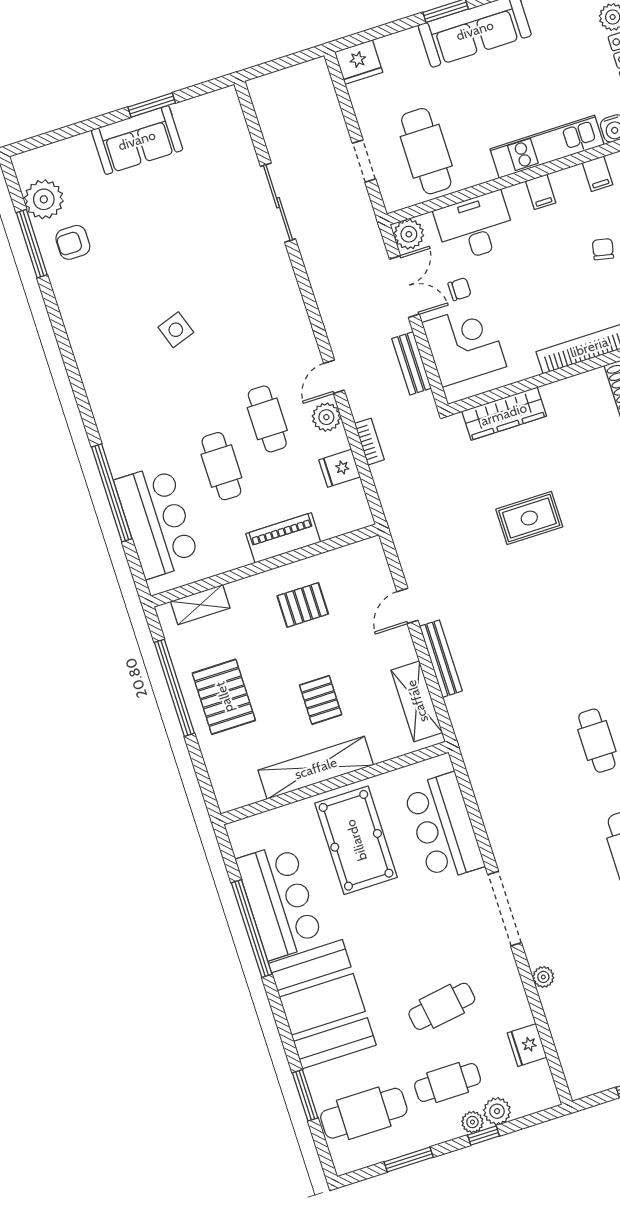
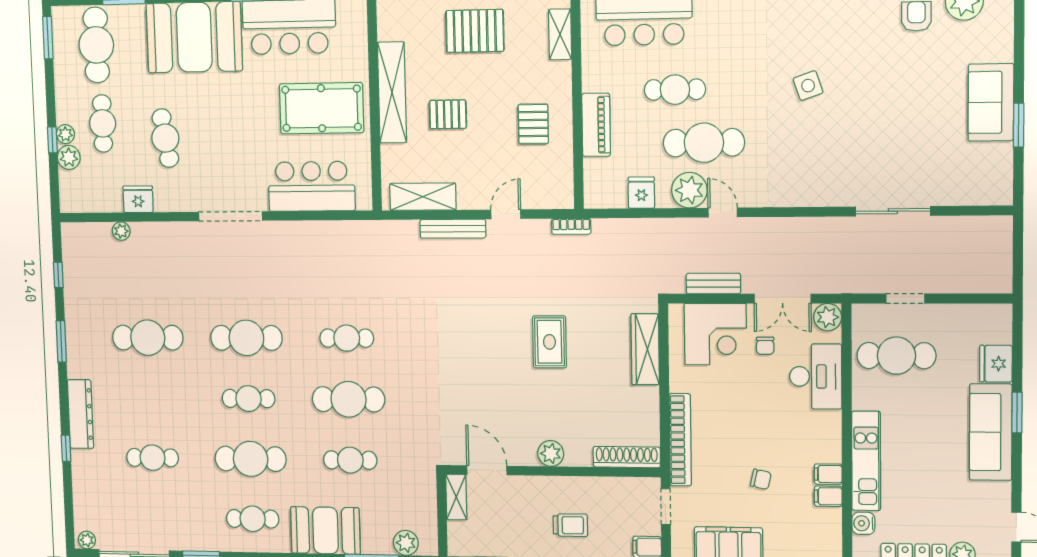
fridge: (359, 62) -> (996, 364), moved
filing cabinet: (541, 192) -> (828, 474), moved
plant: (326, 417) -> (689, 190), width x1.36, depth x1.36
cafe table: (267, 419) -> (704, 143), width x1.37, depth x1.35
bookcase: (369, 442) -> (571, 226), moved
door: (408, 606) -> (506, 214), hinge flipped
plant: (543, 977) -> (121, 231), moved
fridge: (527, 1045) -> (138, 199), moved
window: (409, 1160) -> (48, 38), moved

